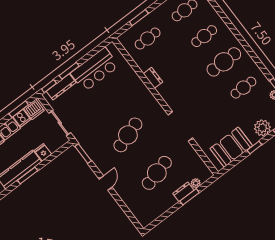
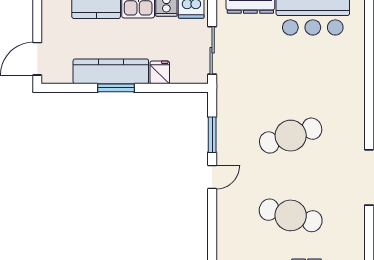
window: (83, 154) -> (212, 135), moved
cafe table: (157, 173) -> (291, 215), turned 30

